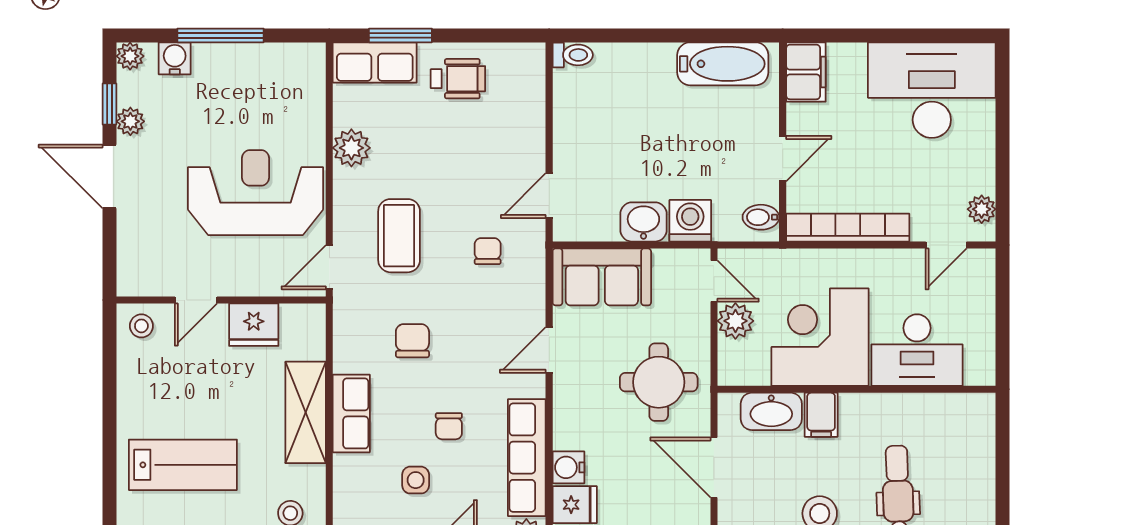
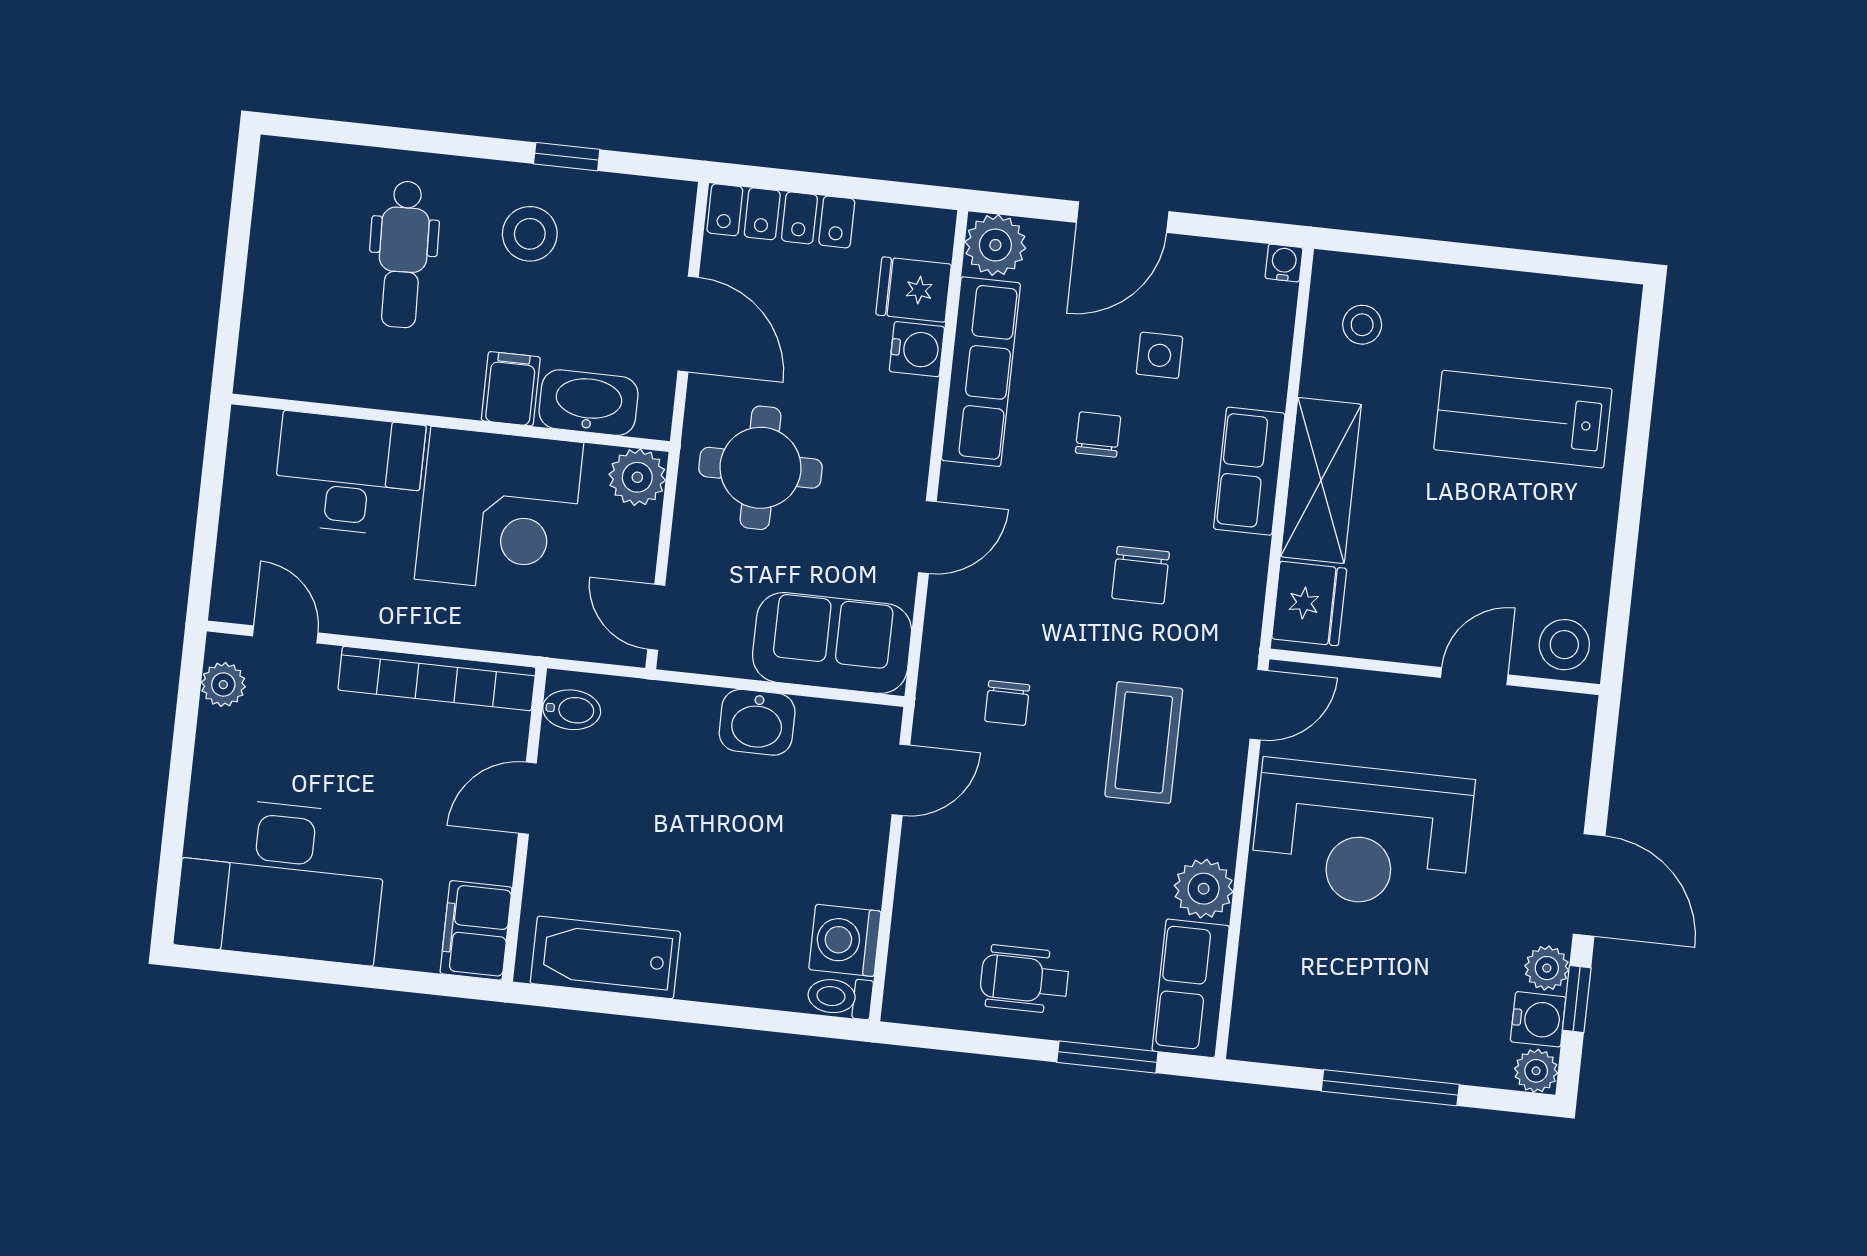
water cooler: (175, 58) -> (1538, 1019), moved, turned -90
row of seats: (375, 62) -> (1191, 988), moved, turned -90
washing machine: (690, 221) -> (845, 940), moved, turned 90
door: (946, 245) -> (285, 634), hinge flipped
plant: (735, 321) -> (637, 477), moved
fridge: (254, 325) -> (1309, 604), moved, turned 90
stool: (141, 326) -> (1564, 645), width x1.37, depth x1.37

